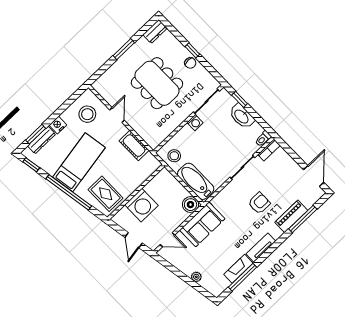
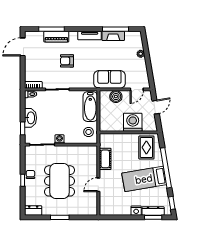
stool: (87, 114) -> (114, 201), removed
boiler: (190, 205) -> (116, 97), moved
door: (167, 240) -> (137, 89), swing flipped

